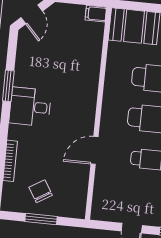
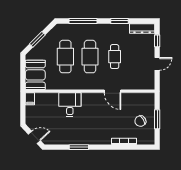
desk: (30, 107) -> (70, 105), moved, turned 180

